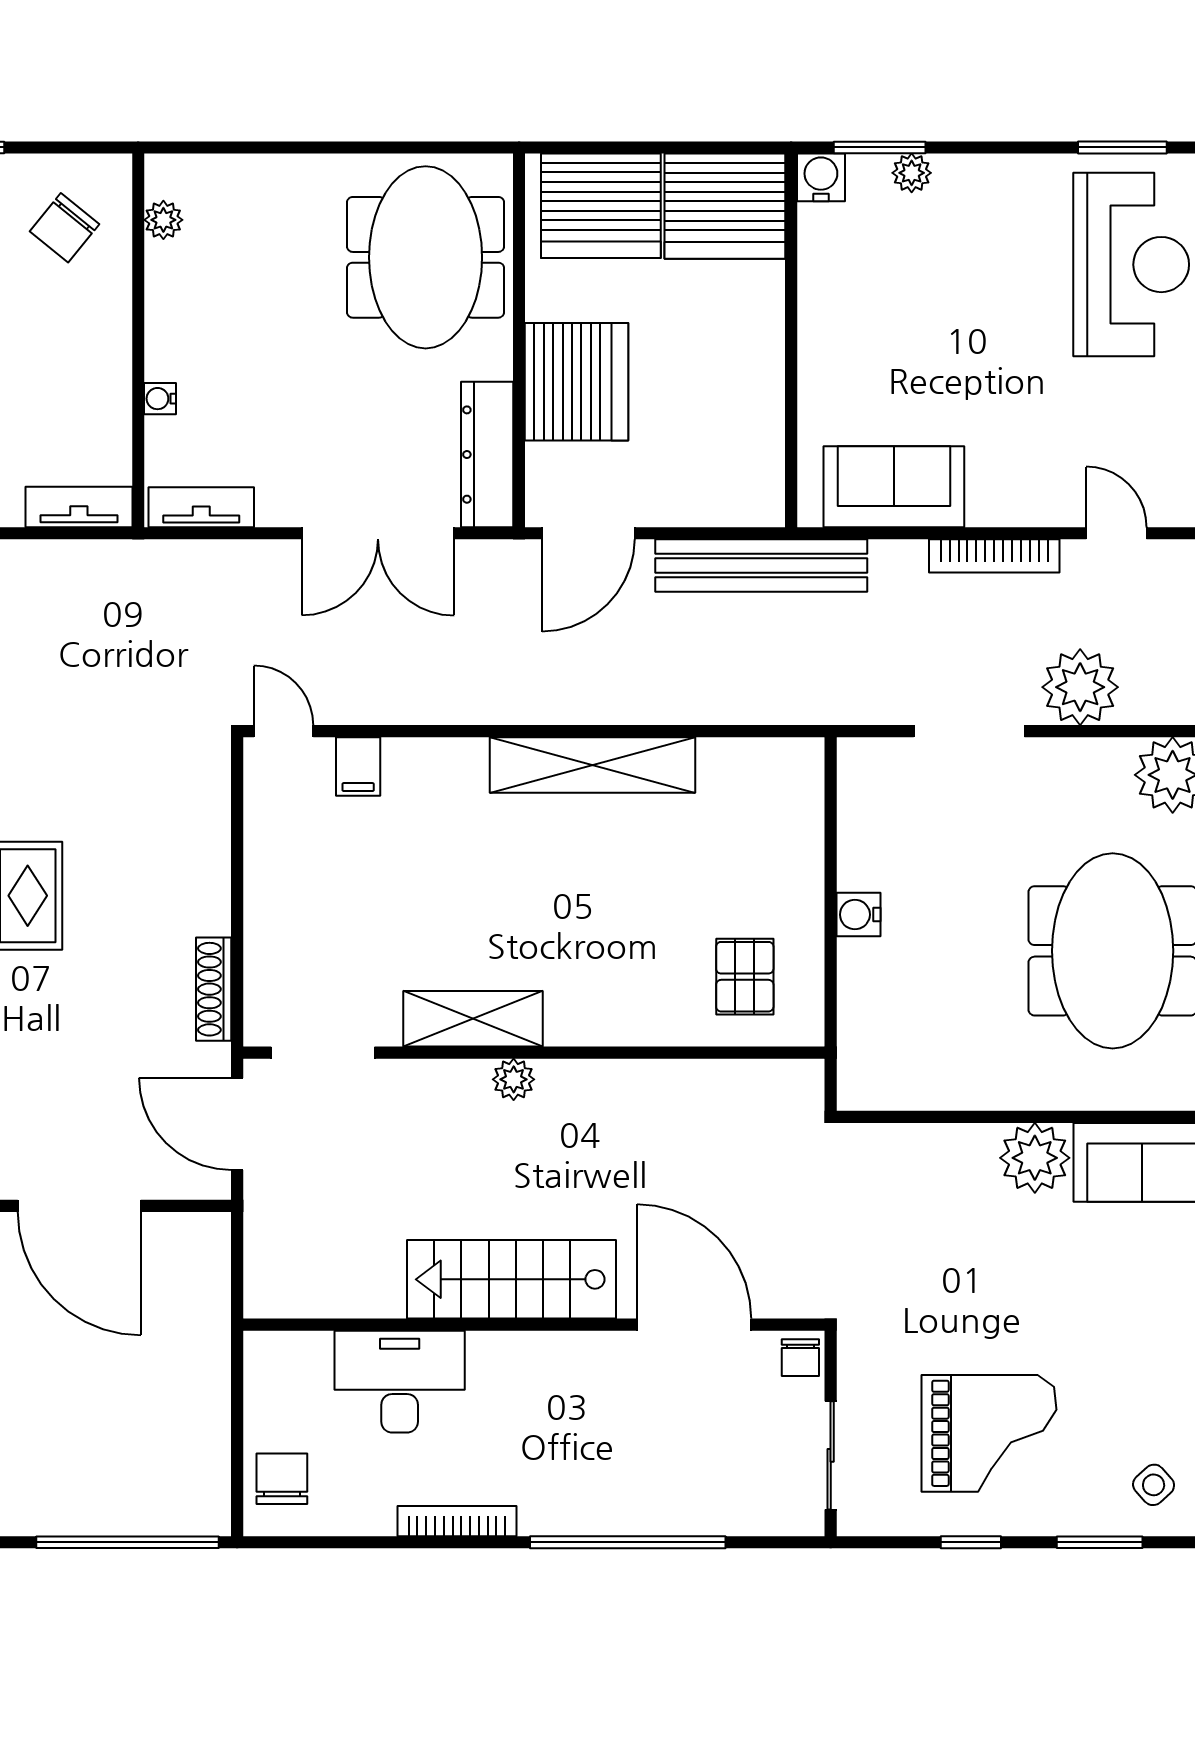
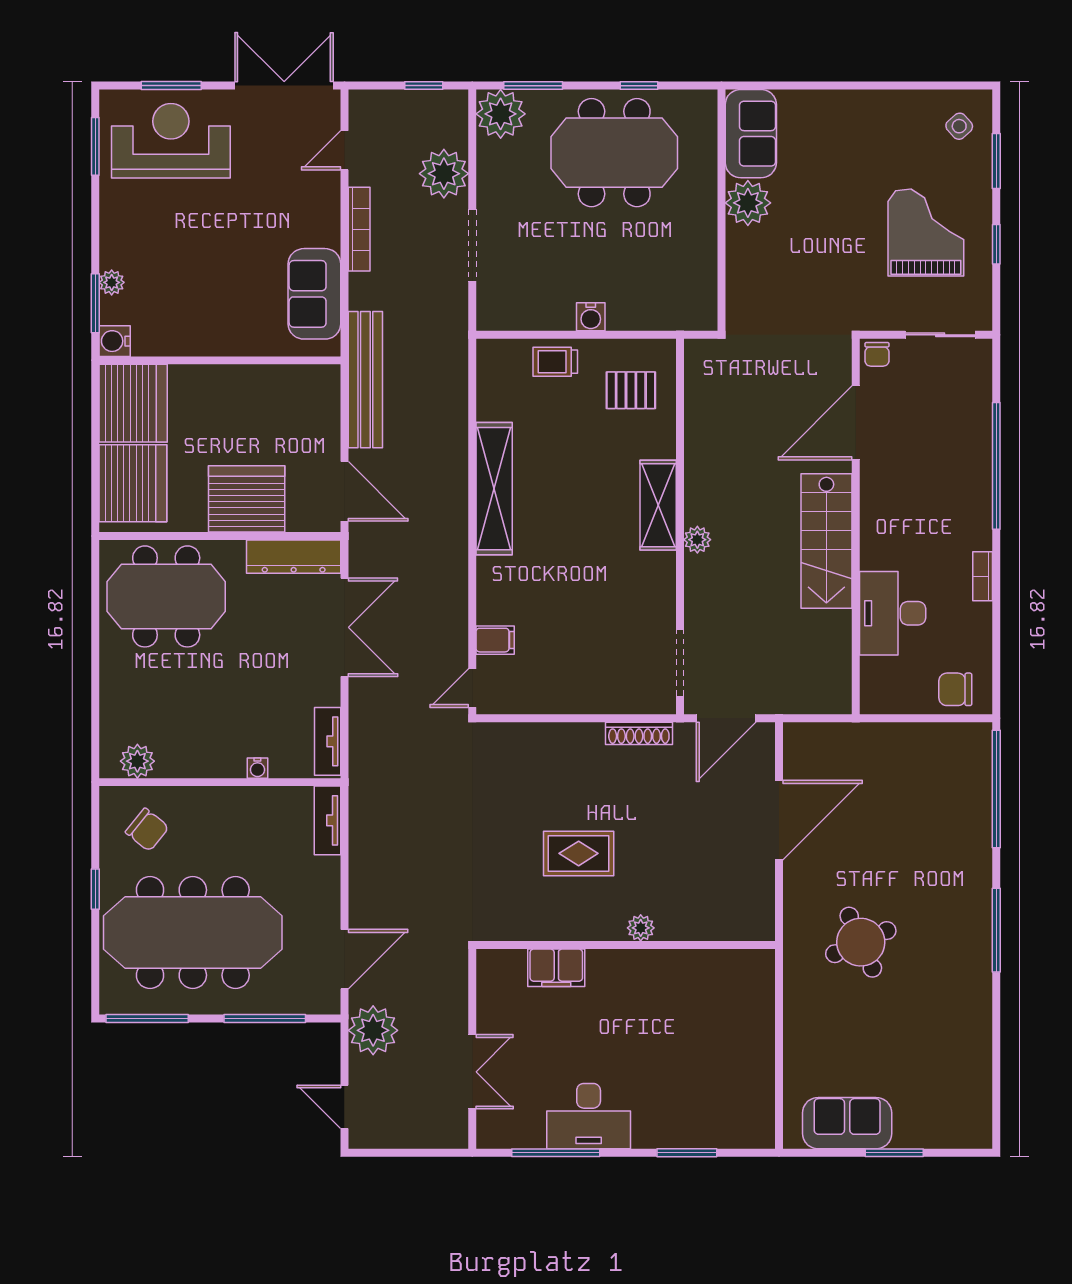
plant: (163, 220) -> (137, 761), width x1.38, depth x1.38
trolley: (789, 860) -> (555, 362), added
shelving: (473, 1019) -> (658, 505), moved
chair: (800, 1358) -> (877, 354), turned 90
bookcase: (457, 1521) -> (983, 576), width x0.64

